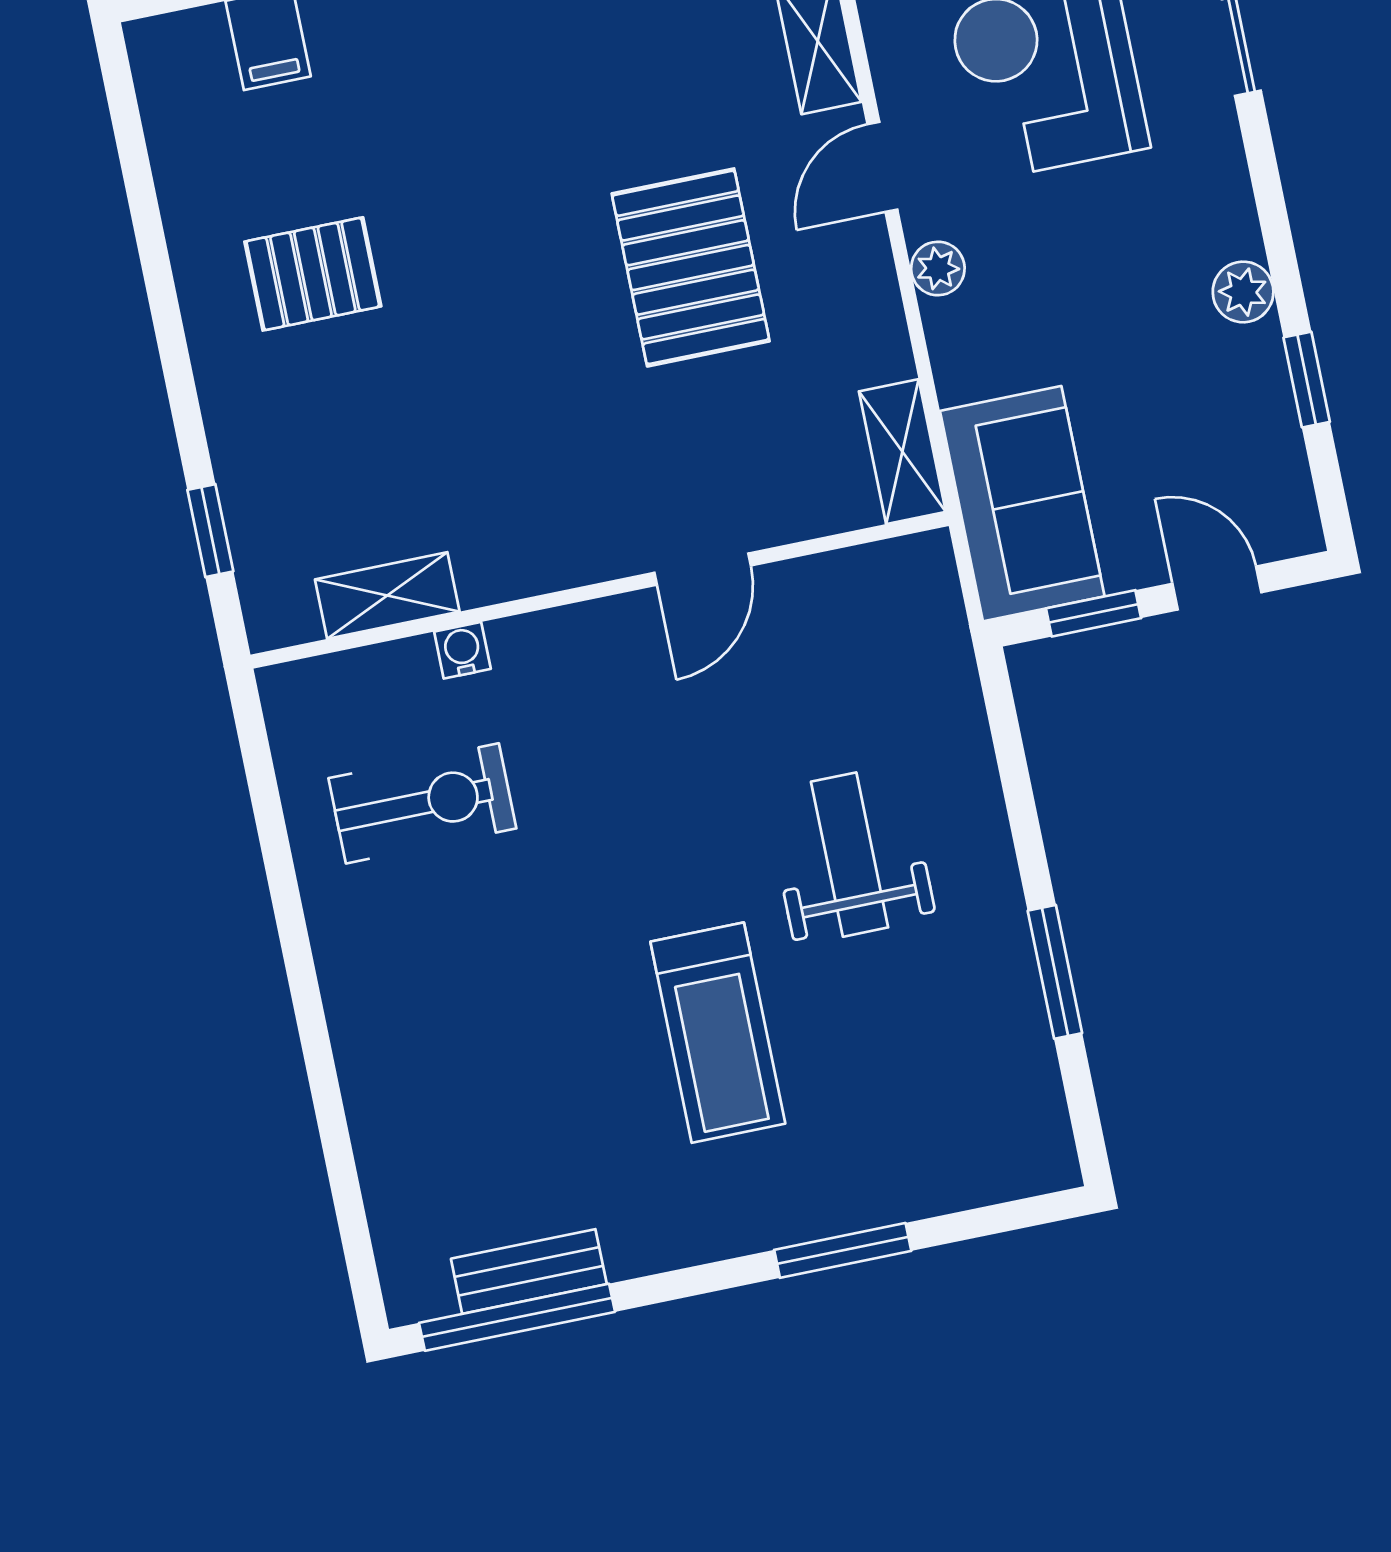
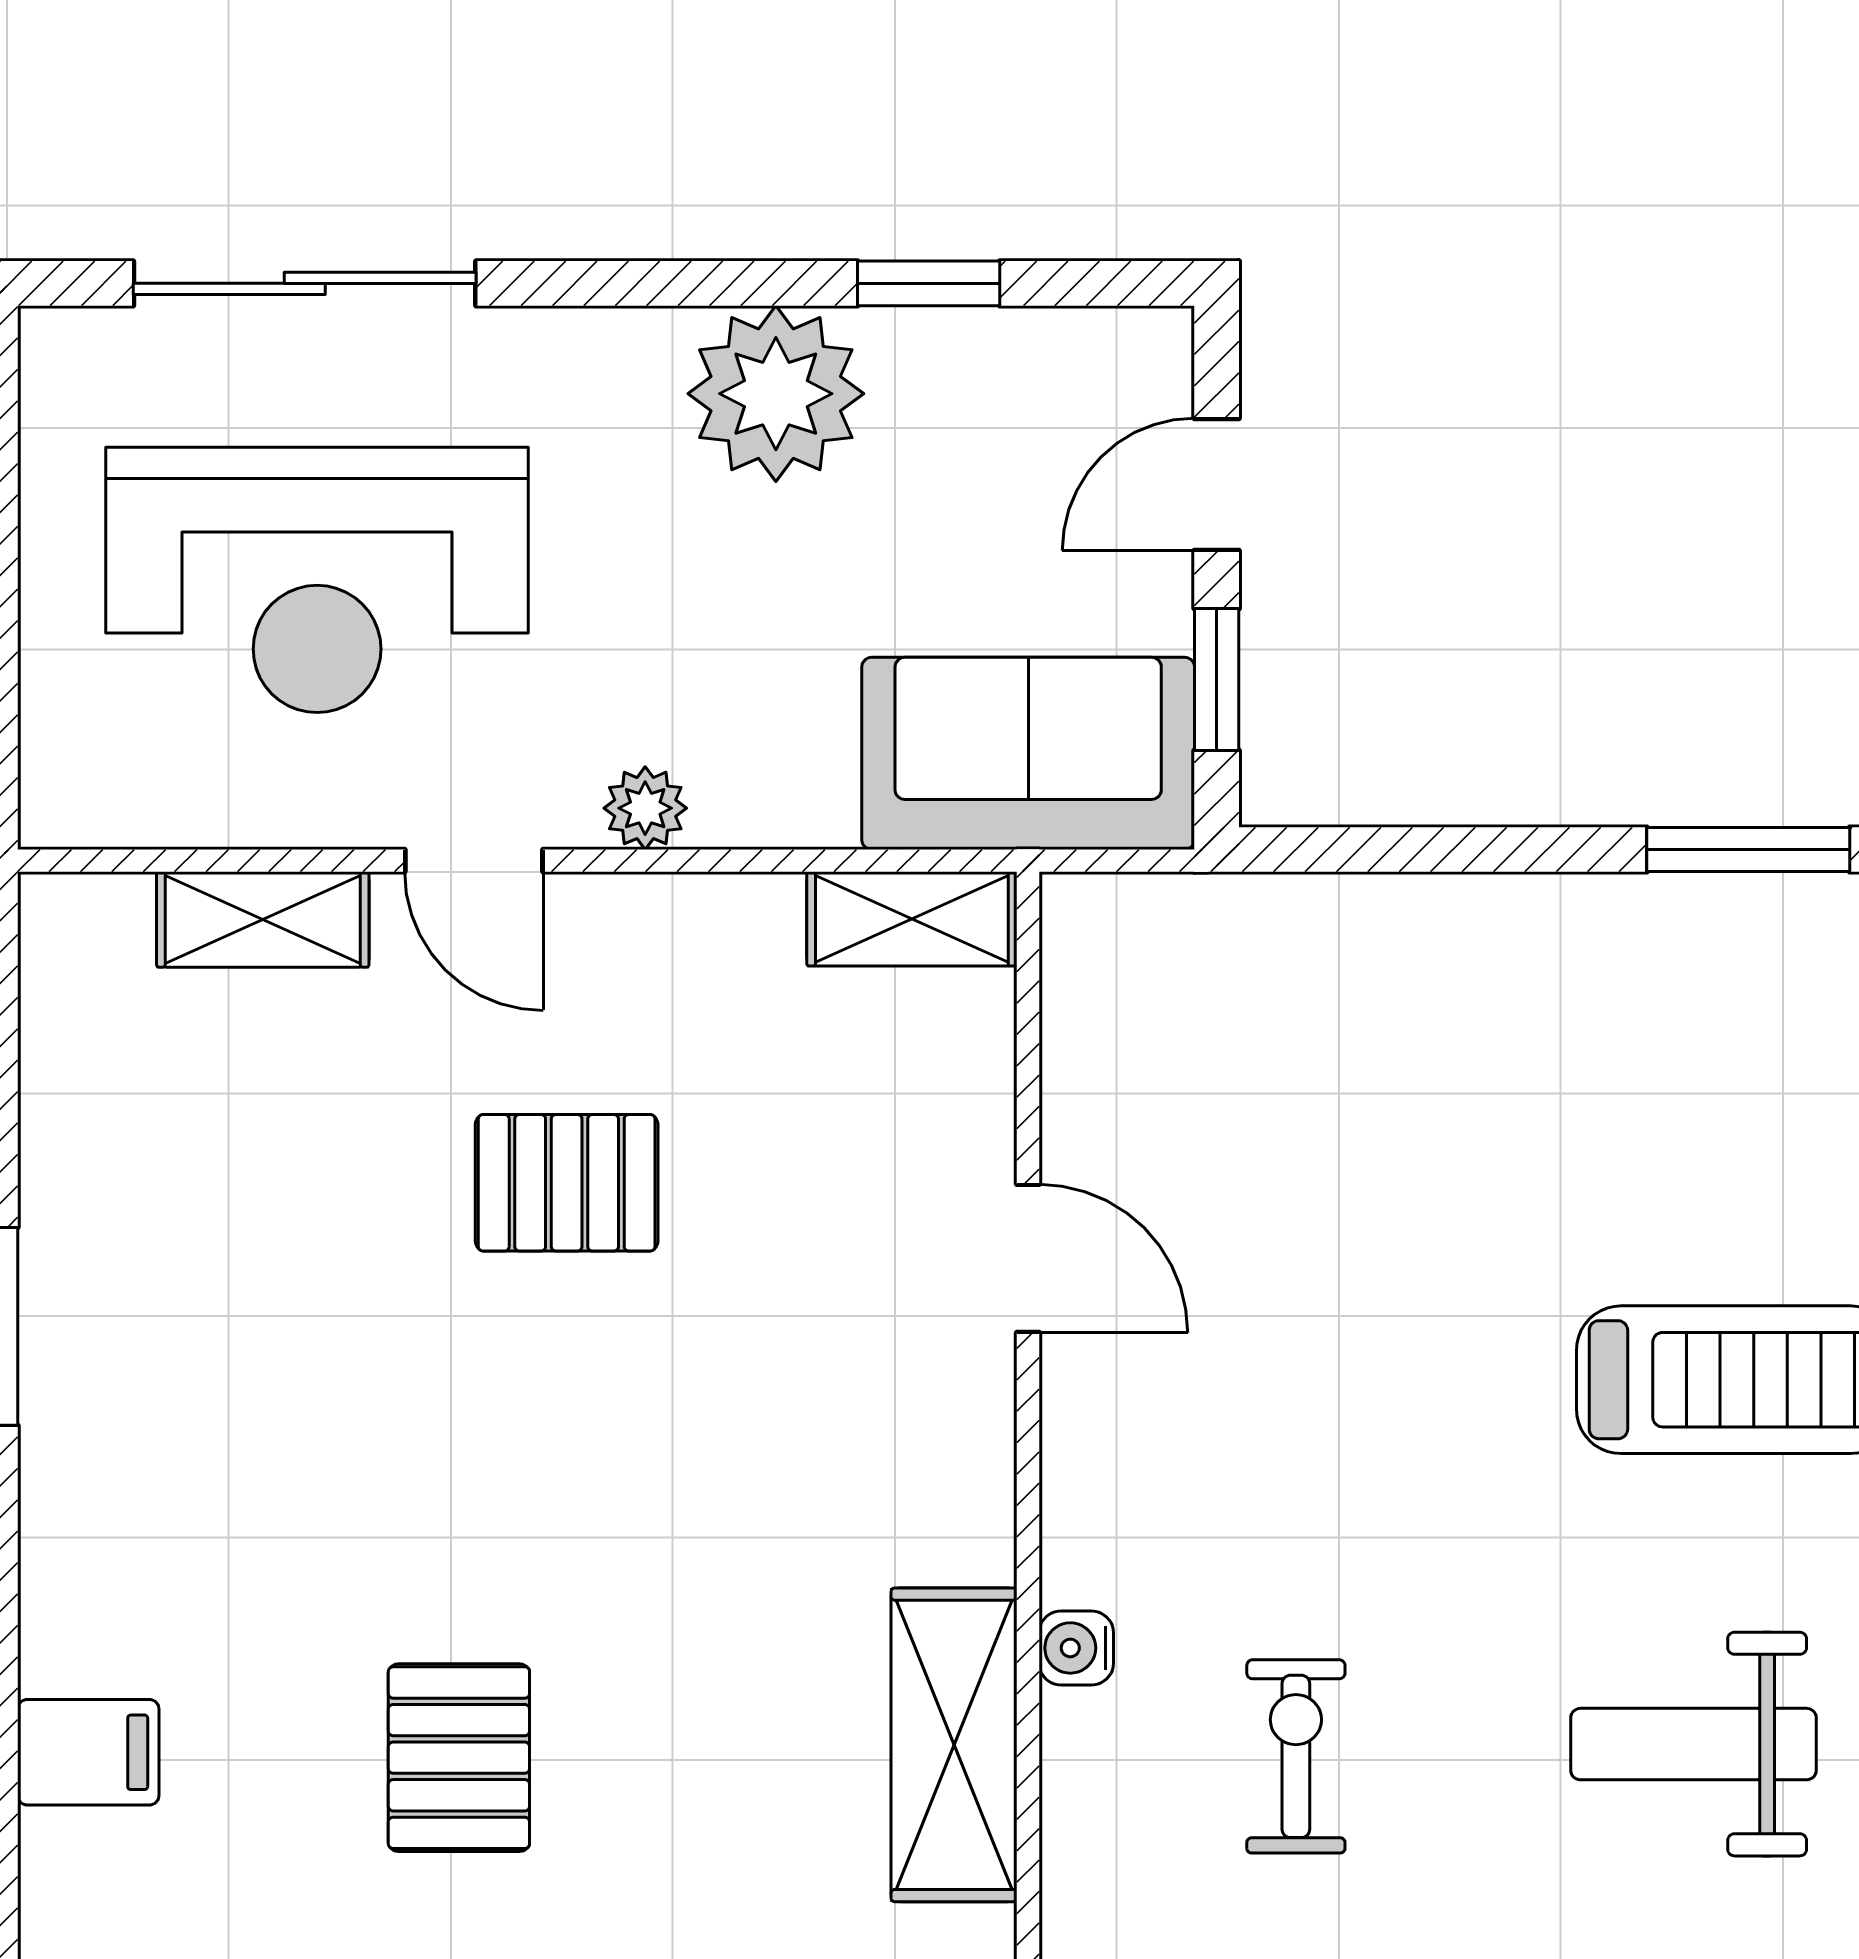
pallet: (691, 267) -> (567, 1183), width x0.67, depth x0.71
plant: (1243, 292) -> (776, 394), width x1.88, depth x1.88
shelving: (387, 595) -> (954, 1745), width x1.50, depth x1.33
exercise bike: (422, 803) -> (1296, 1756), width x0.73, depth x0.72
weight bench: (850, 855) -> (1694, 1744), moved

